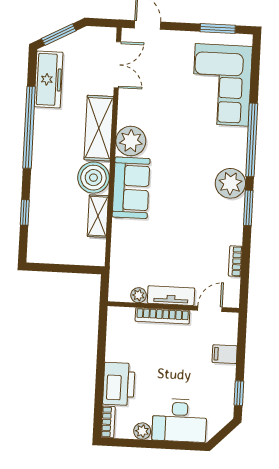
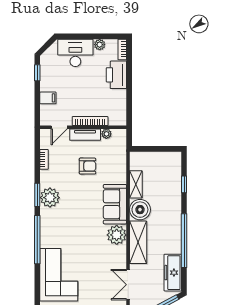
plant: (230, 183) -> (50, 198), moved
armchair: (170, 248) -> (87, 166), added

